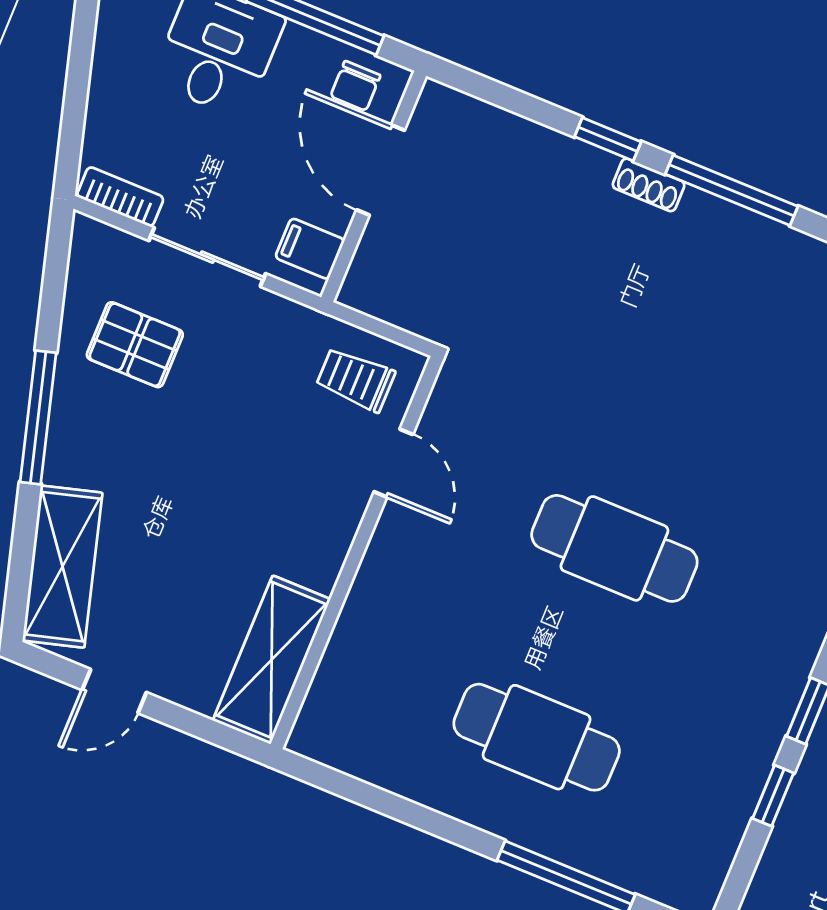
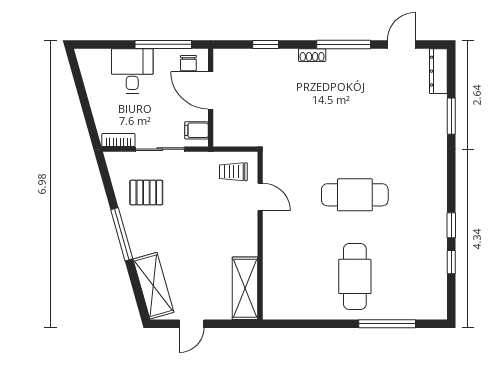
window: (608, 139) -> (266, 44), moved
cafe table: (537, 737) -> (355, 276), turned 90

